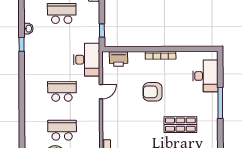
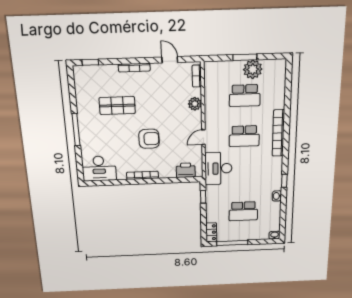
desk: (205, 76) -> (99, 169), moved, turned -90
bookcase: (29, 93) -> (278, 133), added
plant: (109, 124) -> (195, 104), added

